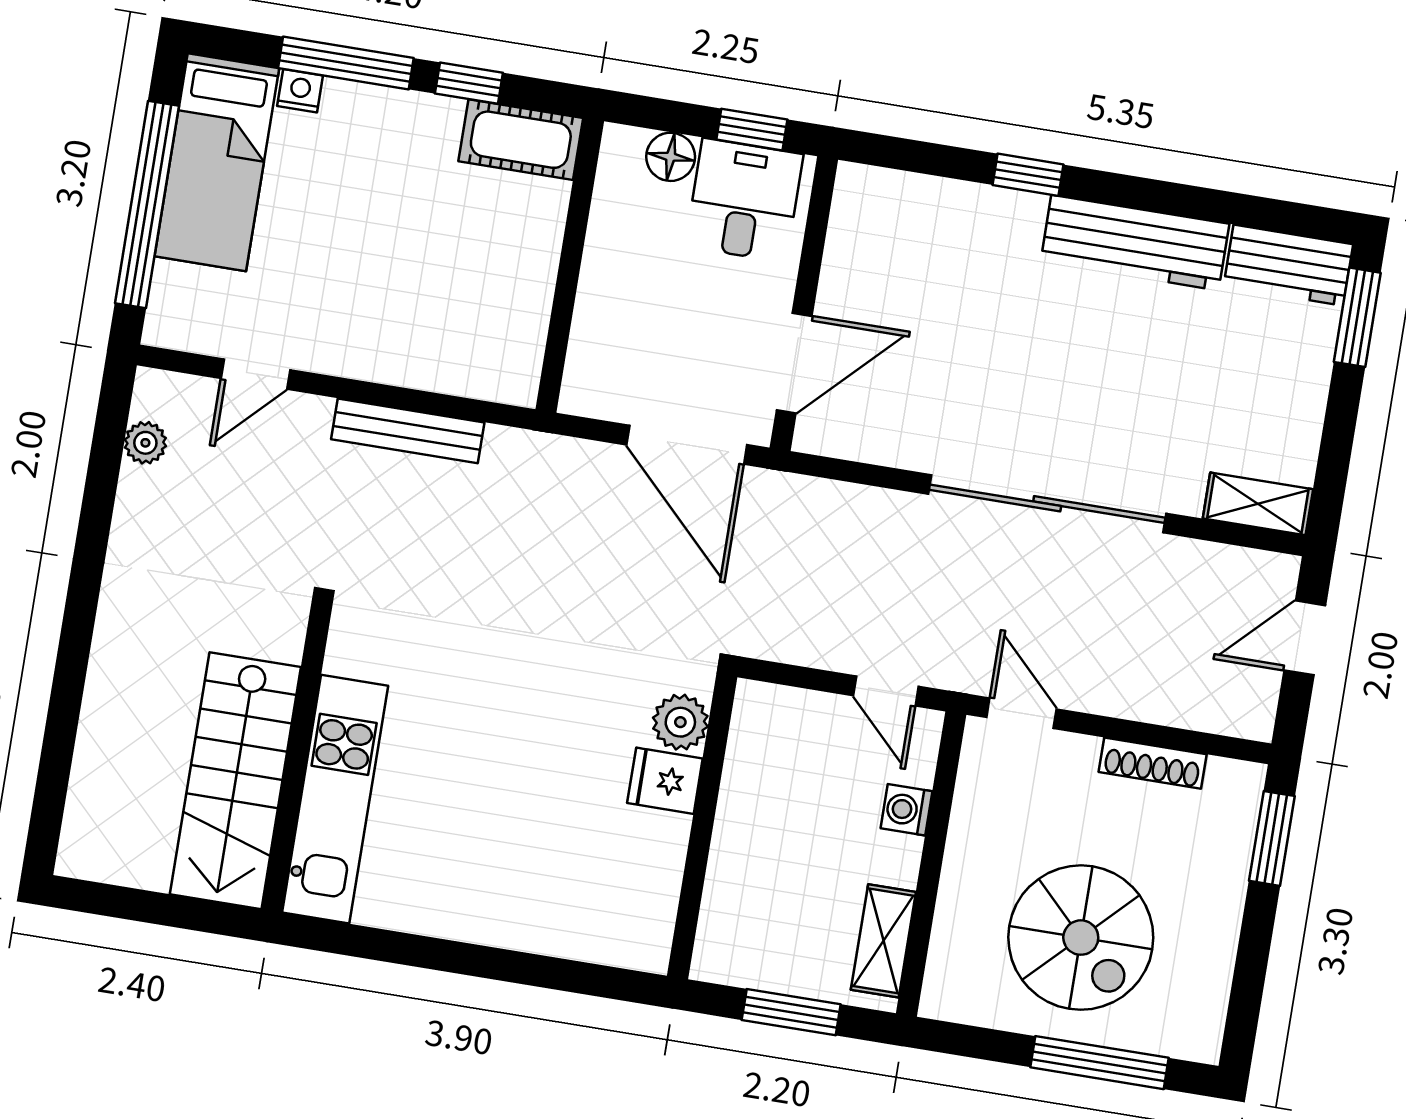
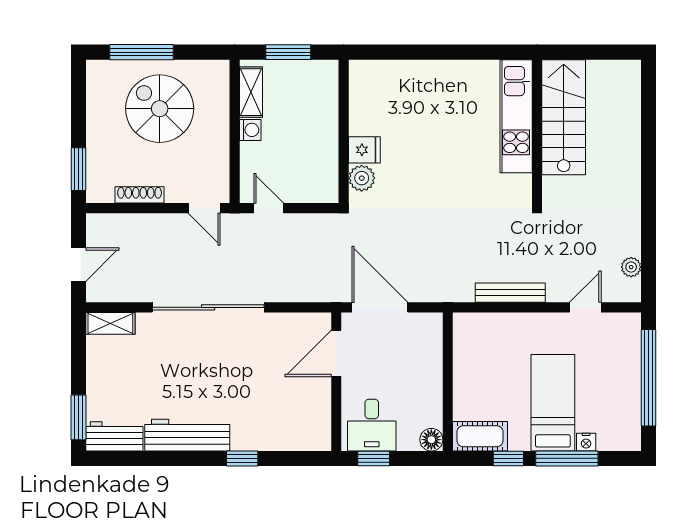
floor lamp: (671, 157) -> (431, 440), moved
bed: (217, 162) -> (553, 403), moved
washing machine: (906, 810) -> (250, 130), moved

